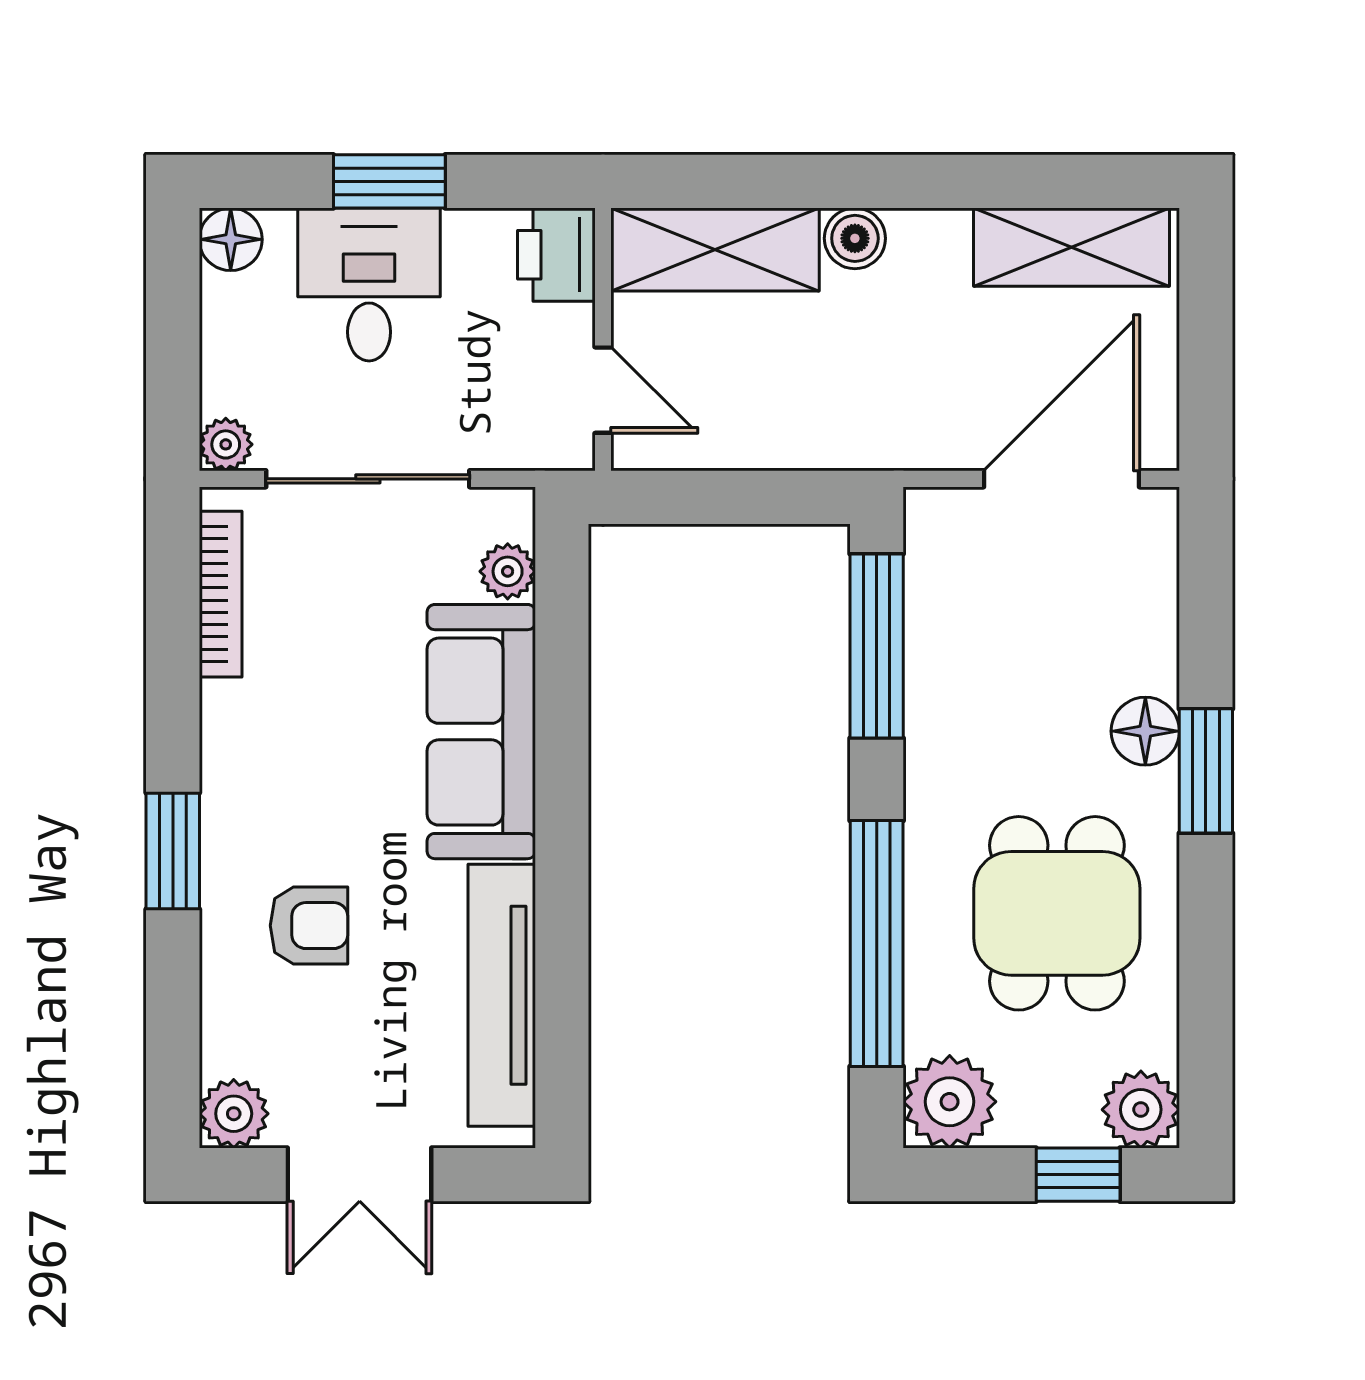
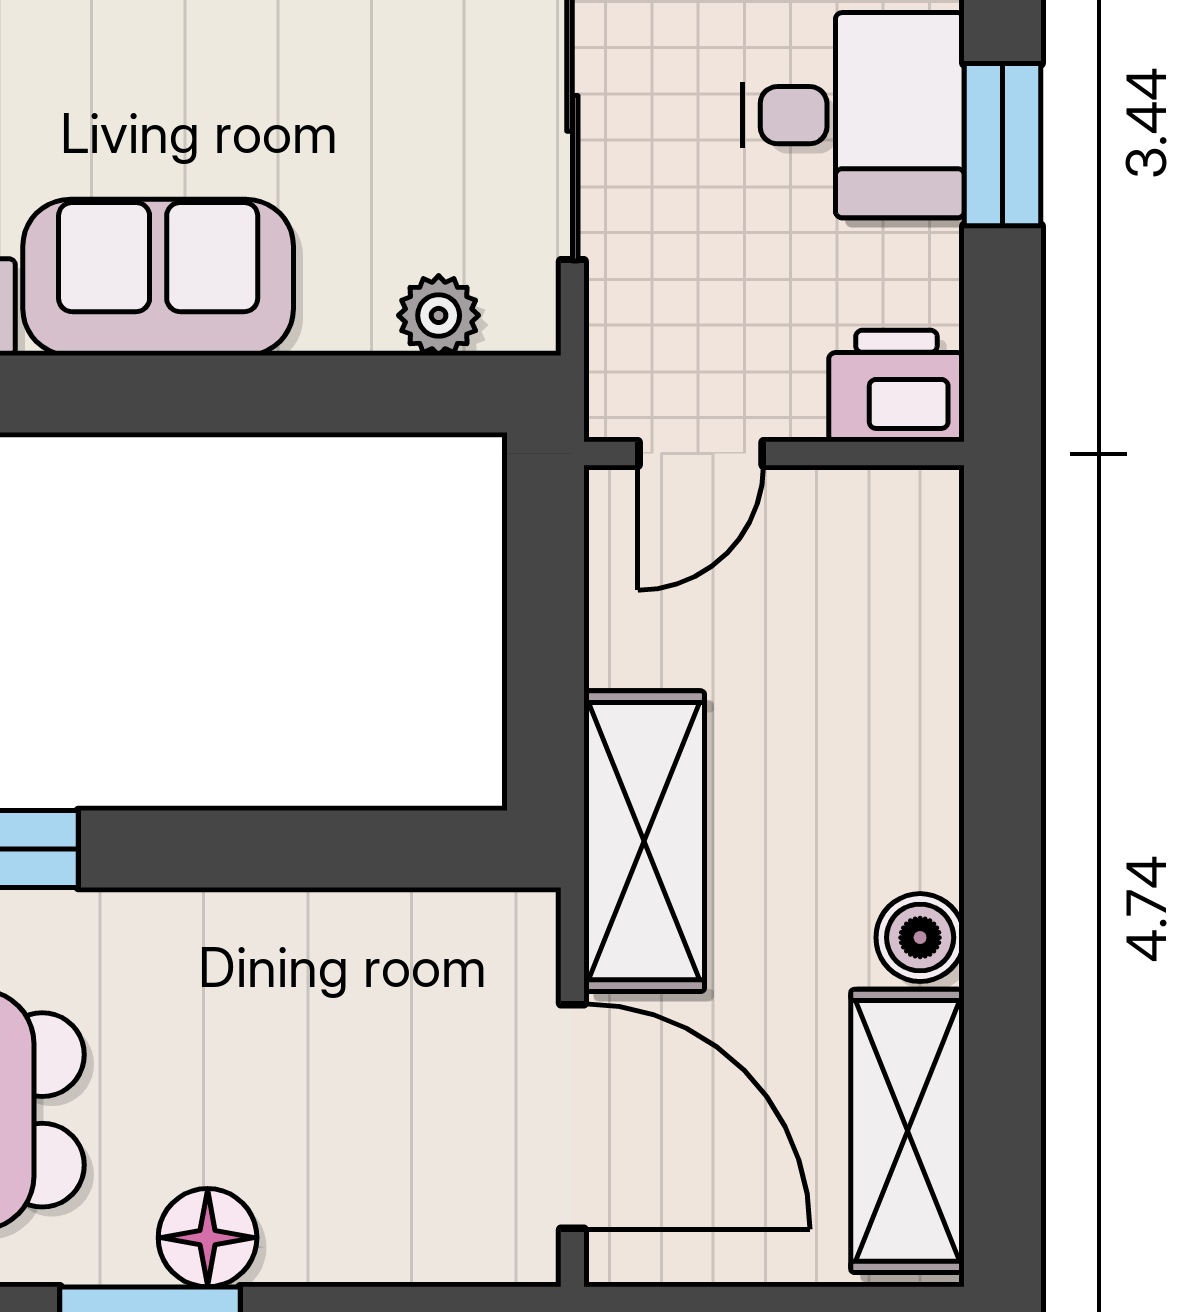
boiler: (855, 238) -> (920, 938), moved
shelving: (715, 250) -> (644, 841), moved
window: (877, 646) -> (331, 849), removed
sofa: (481, 732) -> (158, 277), width x0.73

